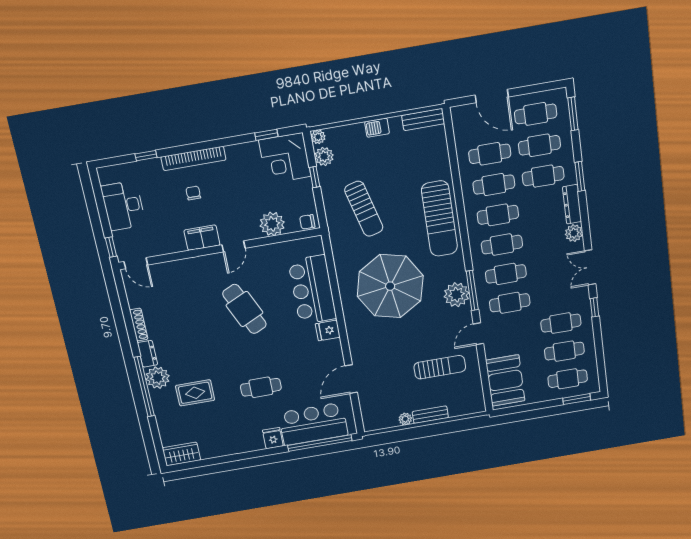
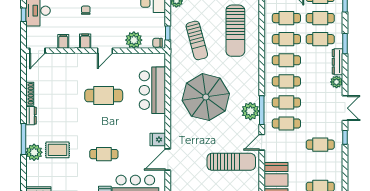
window: (315, 177) -> (168, 33), moved
sun lounger: (439, 219) -> (235, 31), moved
filing cabinet: (202, 238) -> (85, 41), width x0.50
filing cabinet: (170, 244) -> (63, 41), added
window: (111, 247) -> (23, 15), moved
door: (136, 263) -> (37, 51), hinge flipped
double door: (590, 267) -> (345, 108), swing flipped
cafe table: (244, 309) -> (104, 96), turned -65
fridge: (328, 330) -> (158, 140), moved
cafe table: (564, 351) -> (320, 166), removed
sun lounger: (440, 367) -> (231, 162), width x1.36, depth x1.34
plant: (158, 378) -> (34, 152), moved
window: (144, 387) -> (23, 139), width x0.68

